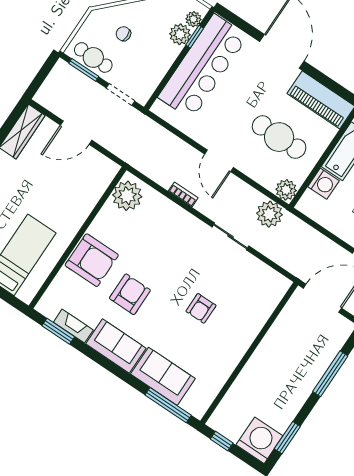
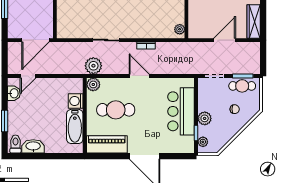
plant: (180, 34) -> (205, 118), moved
bar counter: (203, 67) -> (181, 111), width x0.73
plant: (127, 196) -> (180, 29), width x0.53, depth x0.53

